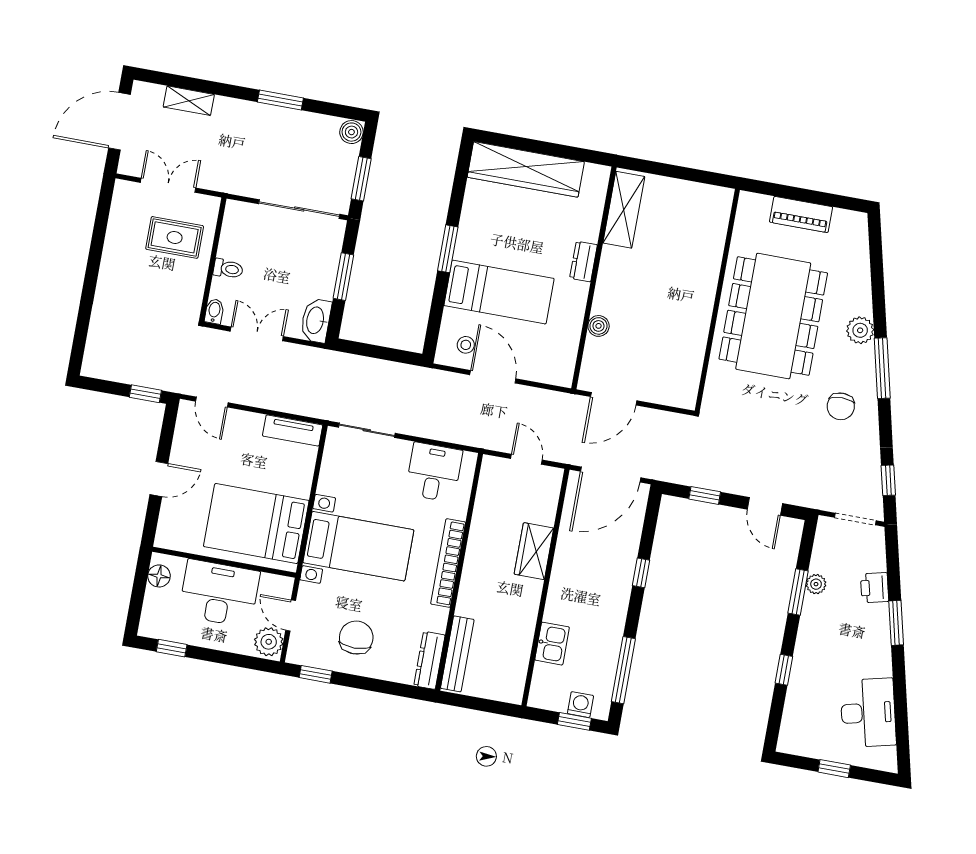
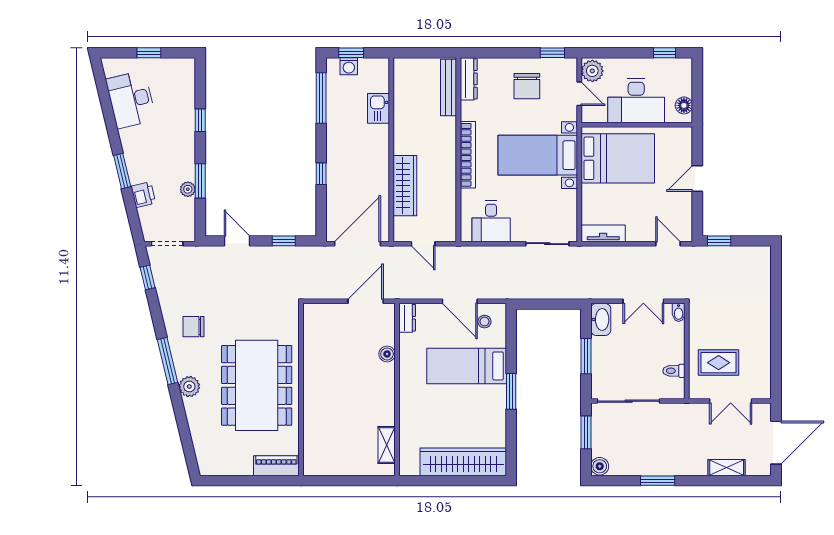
shelving: (624, 210) -> (387, 445), width x0.67, depth x0.75
piano: (801, 214) -> (276, 466), moved
dresser: (584, 262) -> (407, 318), moved
toilet: (228, 269) -> (674, 371), moved
chair: (841, 406) -> (194, 327), turned -90
wardrobe: (534, 551) -> (405, 186), width x1.50

